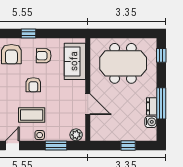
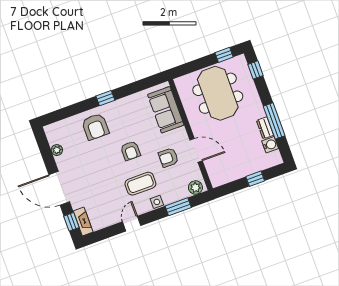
window: (140, 34) -> (224, 55), added
armchair: (44, 56) -> (168, 158), moved
meeting table: (123, 63) -> (218, 93), turned 90

